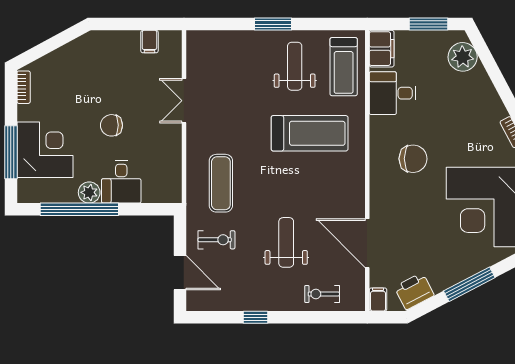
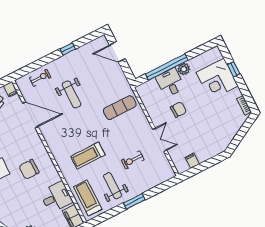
weight bench: (295, 66) -> (113, 186), turned 180
chair: (111, 125) -> (178, 110), moved
treadmill: (310, 133) -> (88, 156), width x0.73, depth x0.73
window: (11, 152) -> (234, 69), width x0.46
exercise mat: (221, 183) -> (120, 108), turned 90
window: (79, 209) -> (167, 67), moved
exercise bike: (216, 240) -> (133, 160), moved

